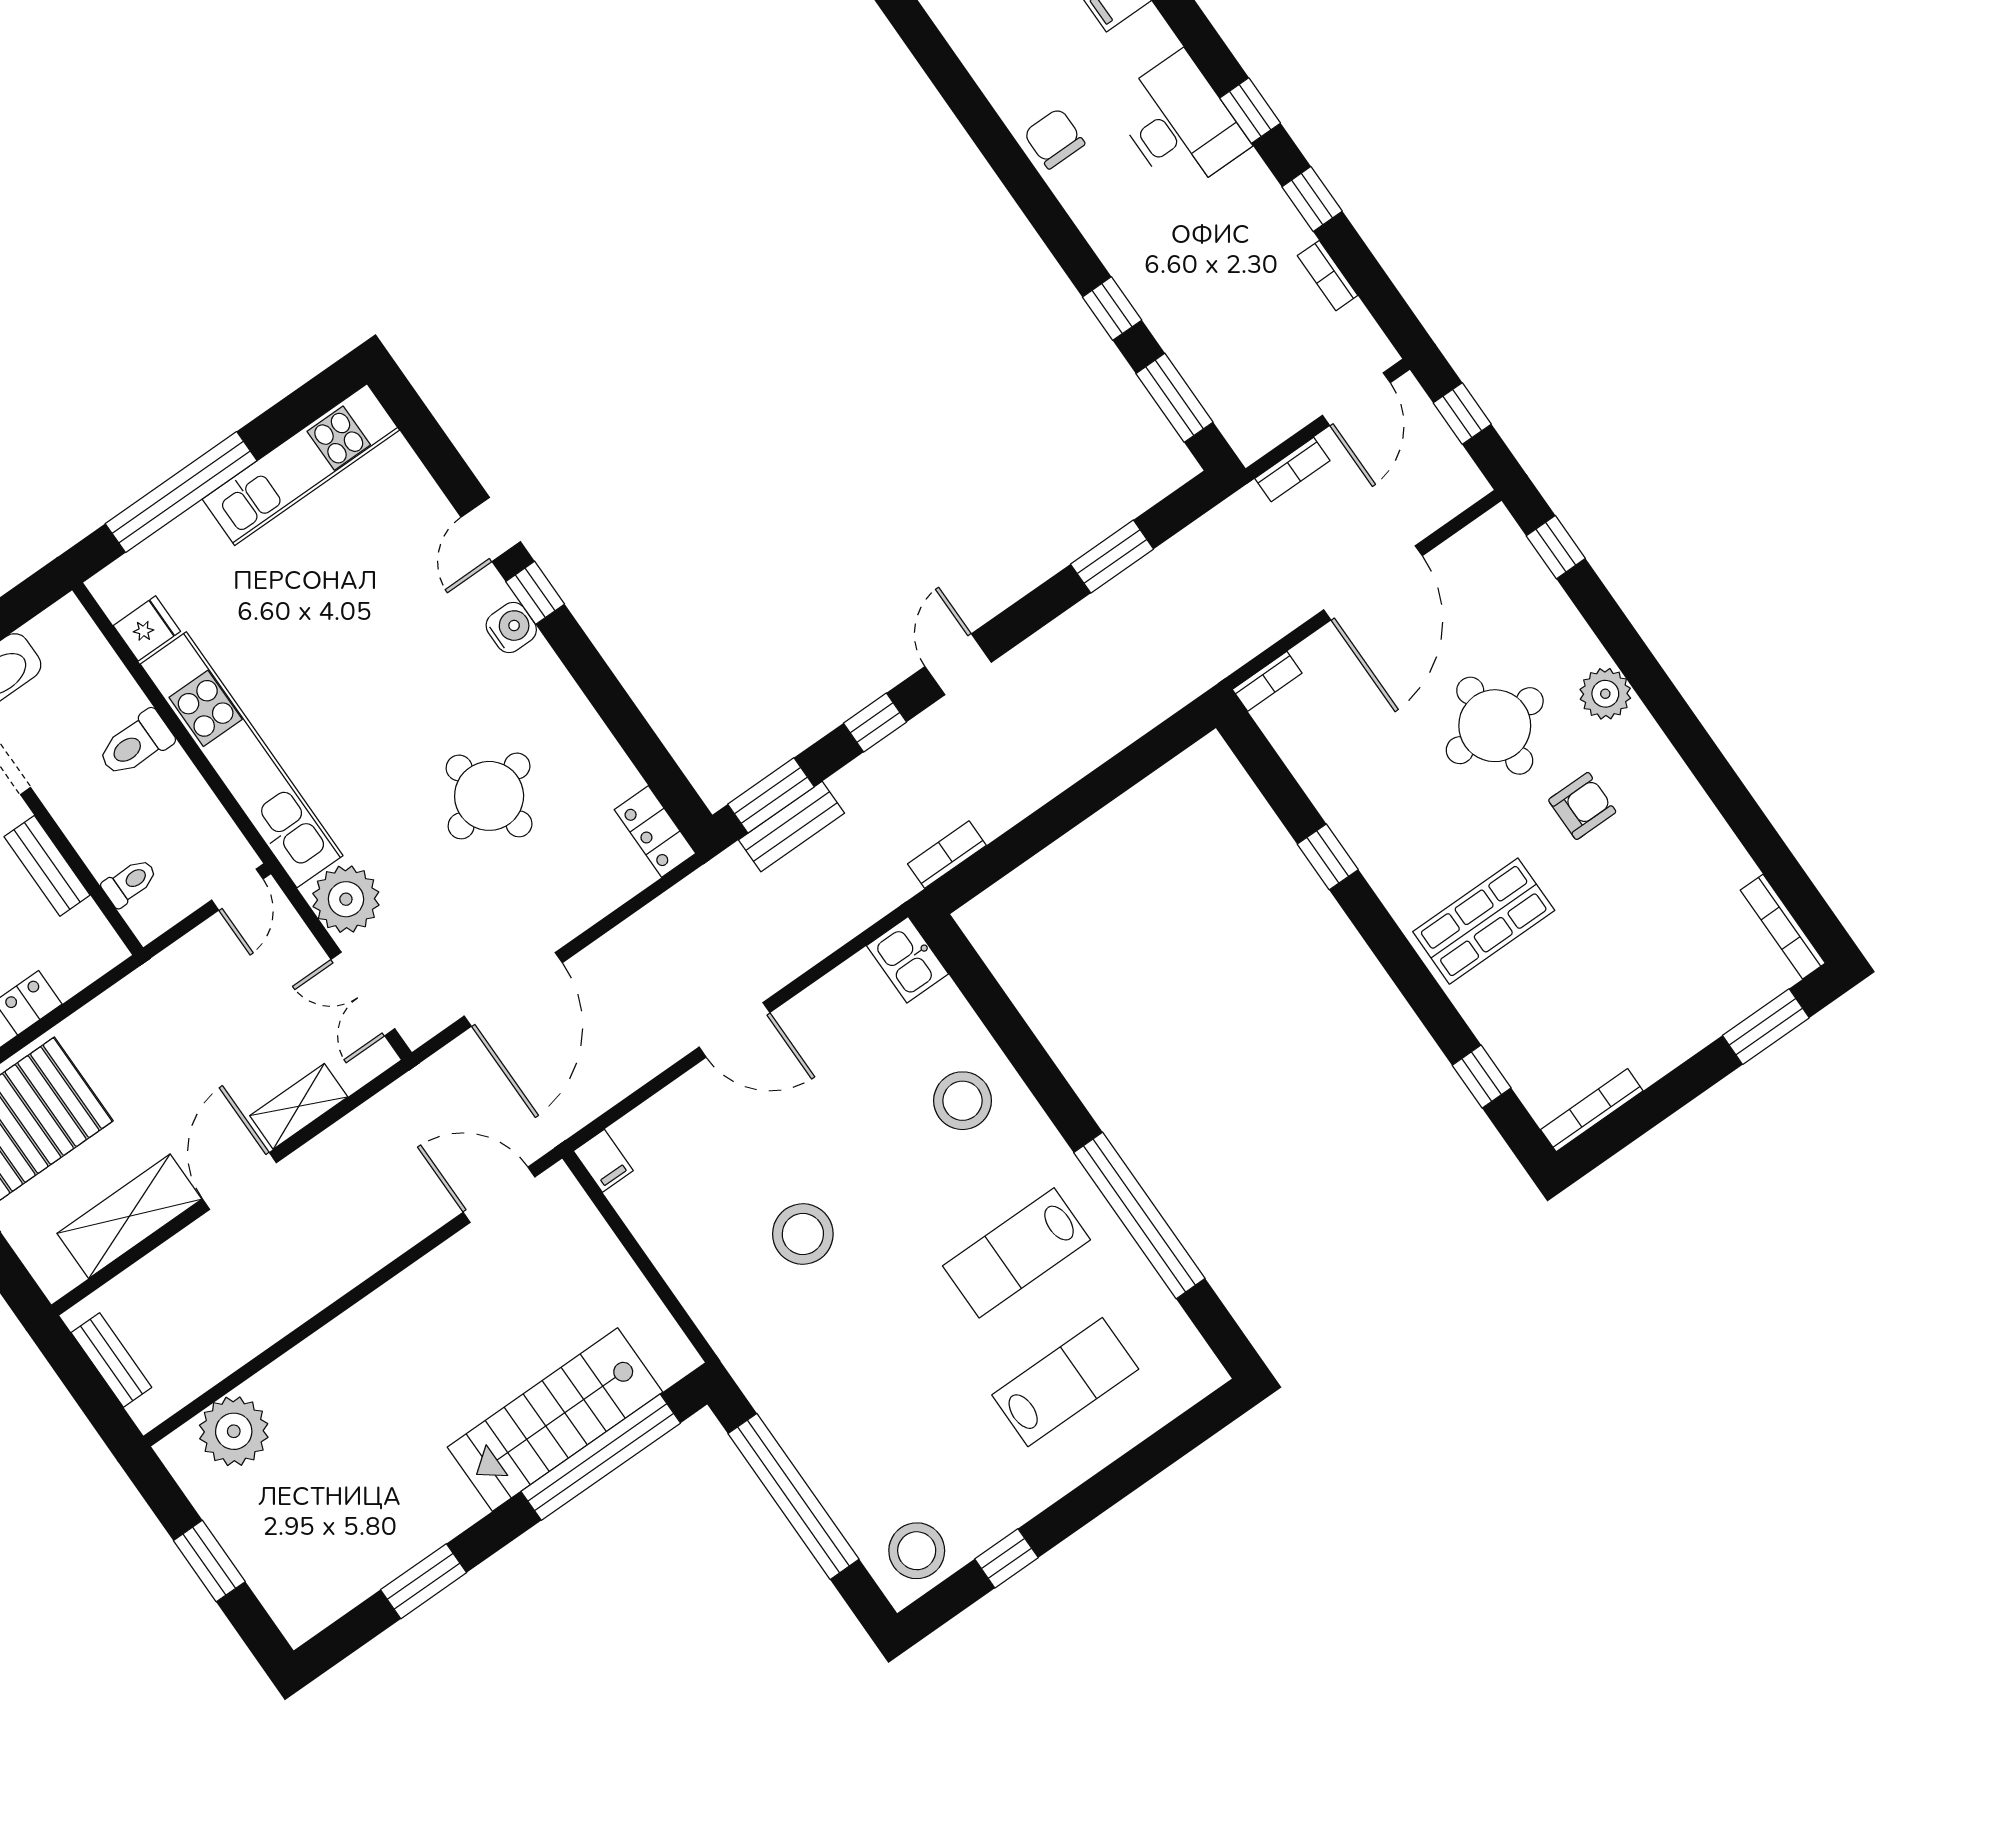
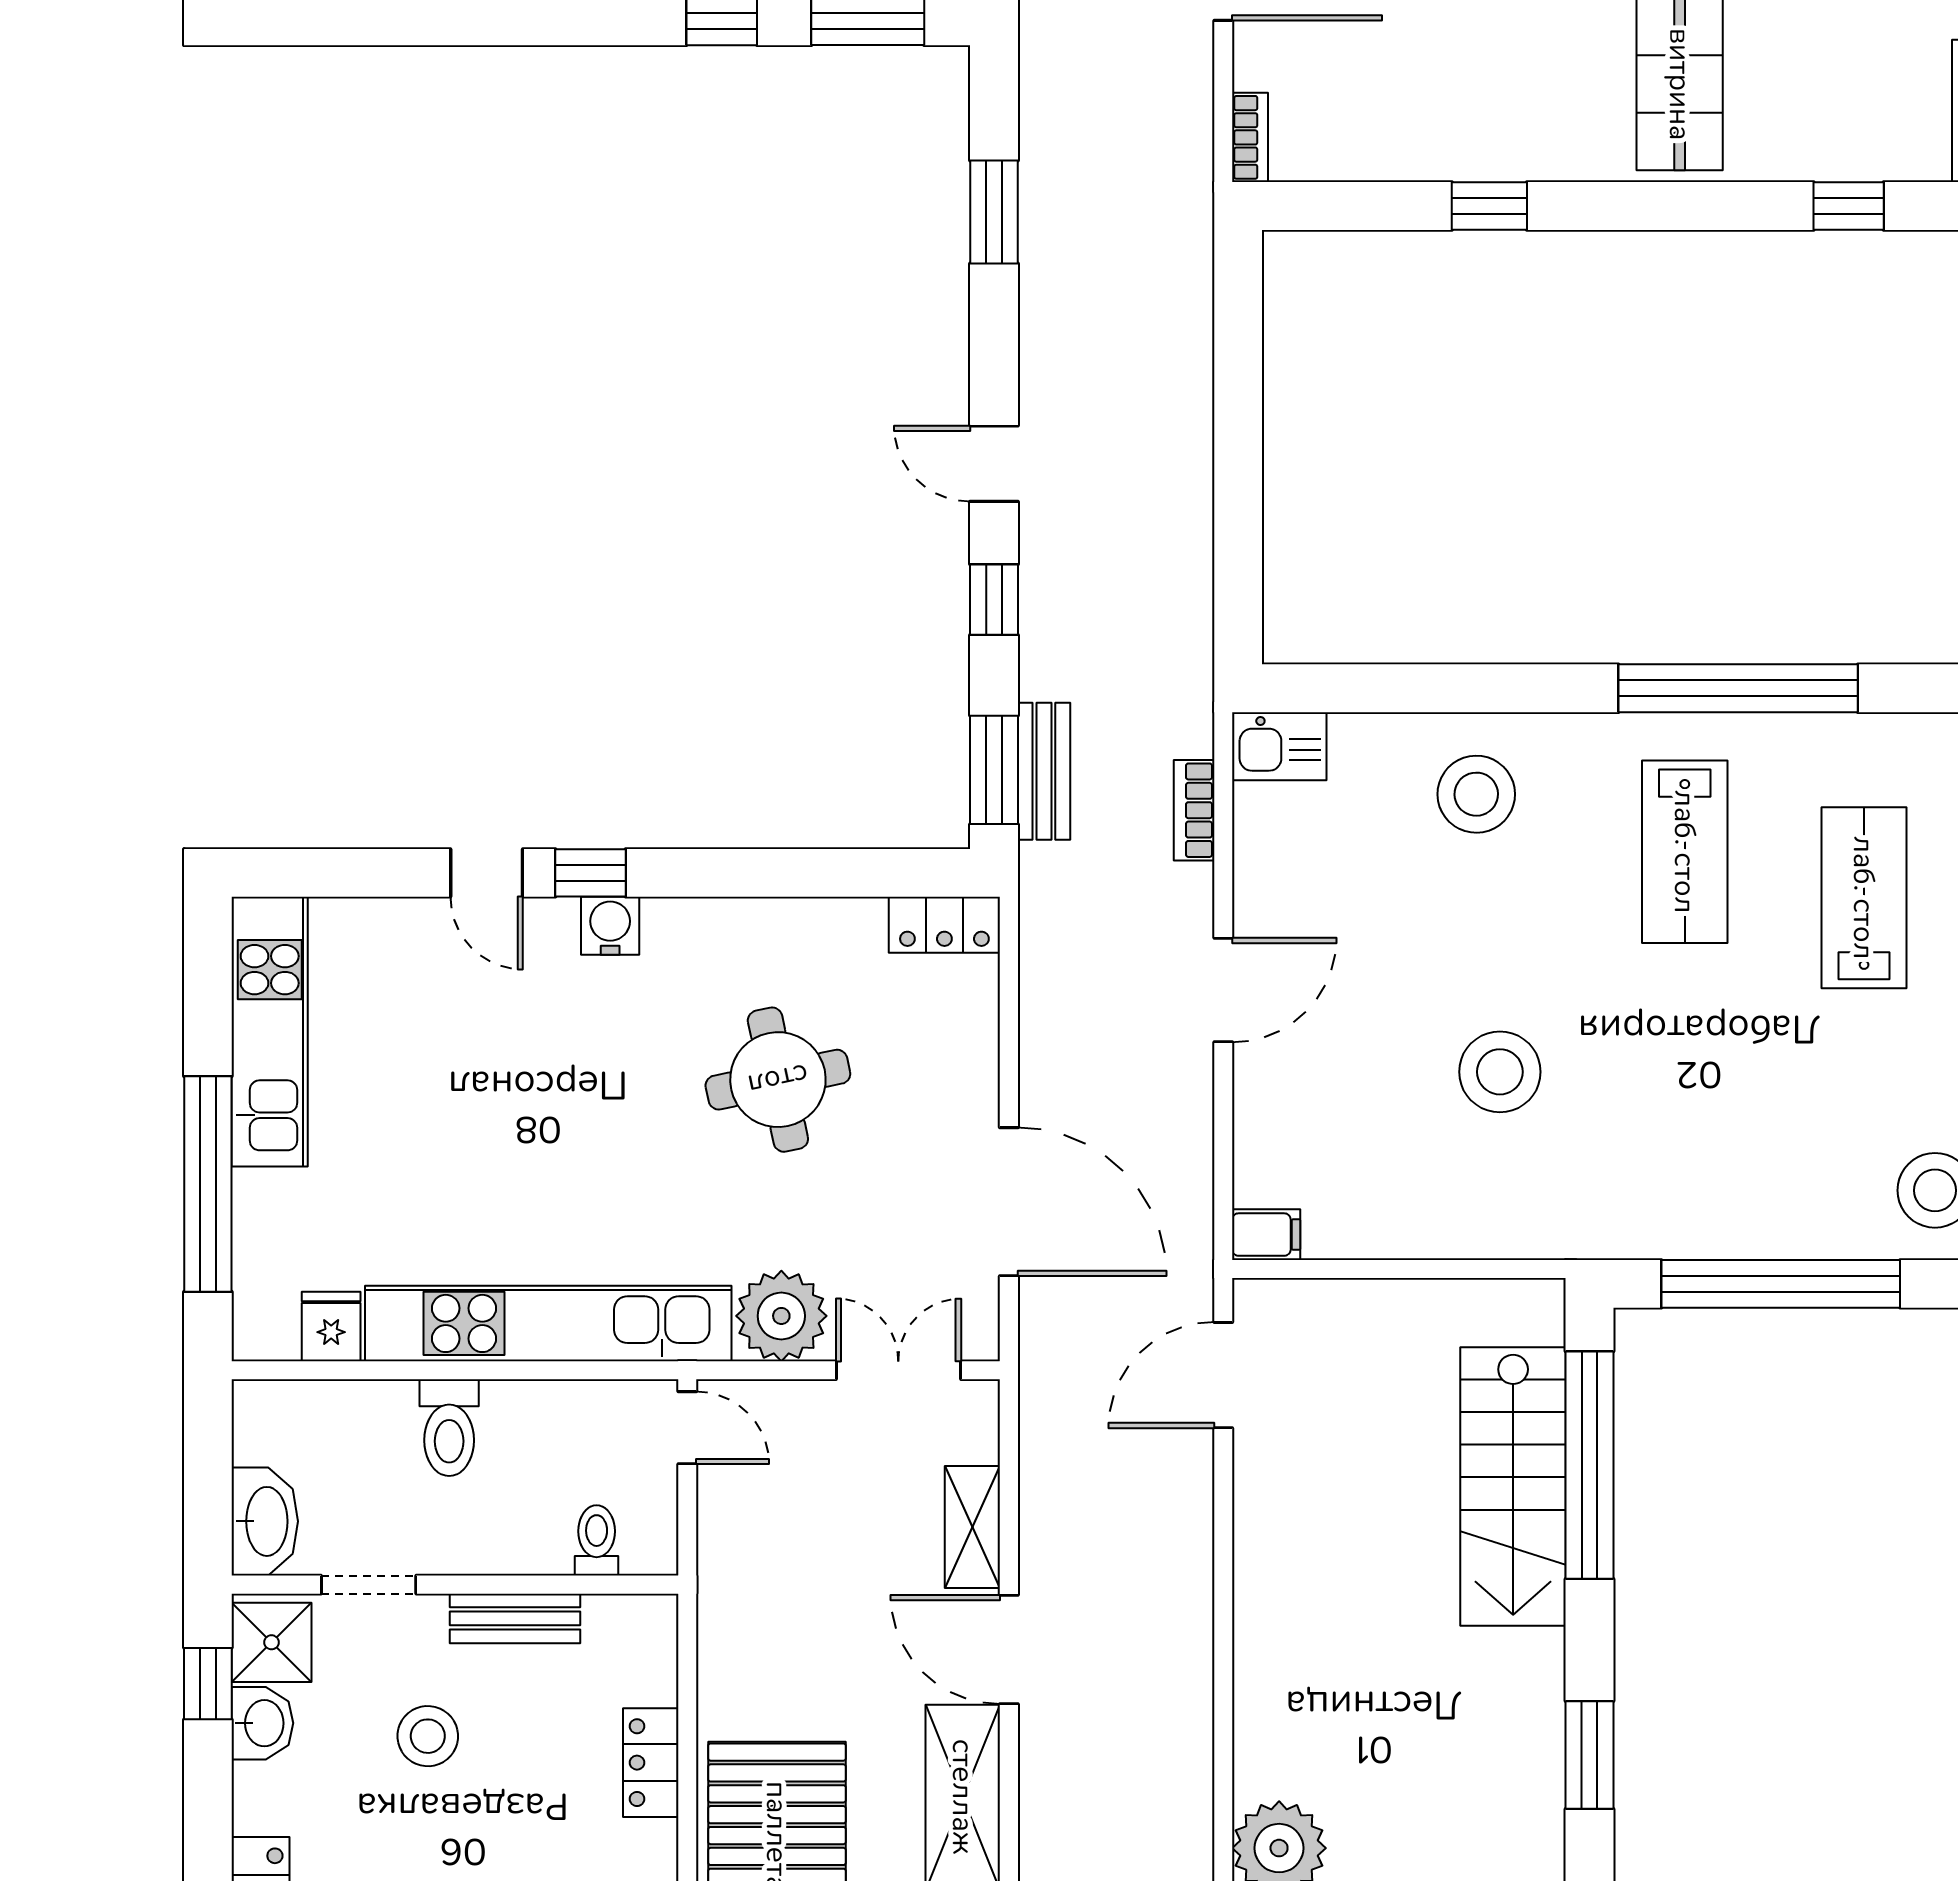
bookcase: (947, 855) -> (1194, 810), moved
double door: (363, 994) -> (898, 1370), swing flipped

